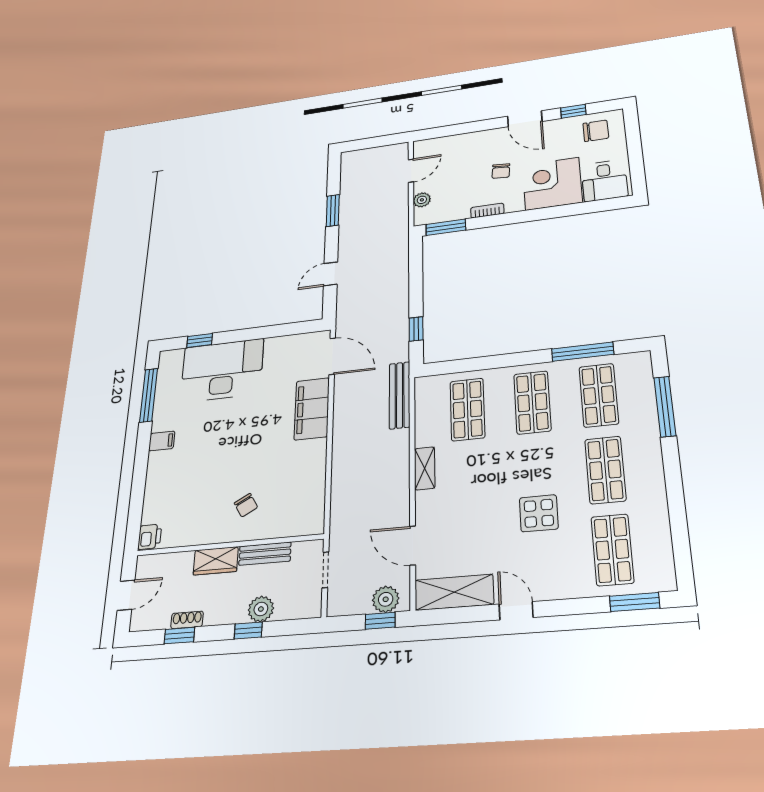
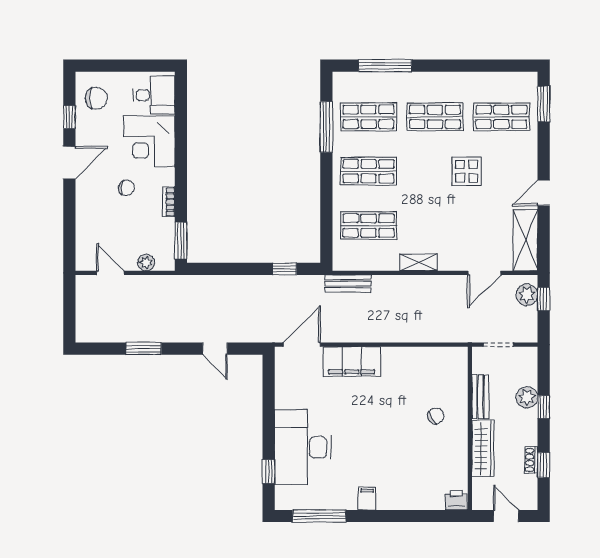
chair: (596, 131) -> (96, 98), turned 90
bench: (400, 395) -> (348, 284), width x0.73
wardrobe: (216, 561) -> (483, 449), width x1.50

